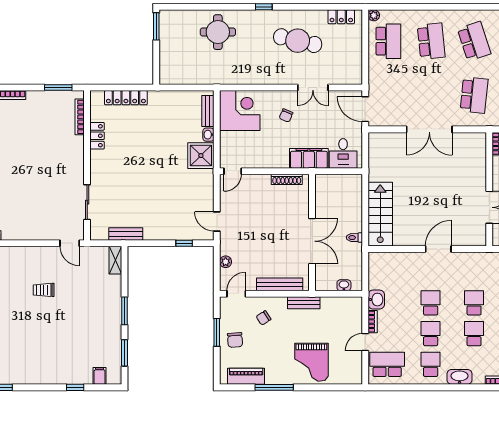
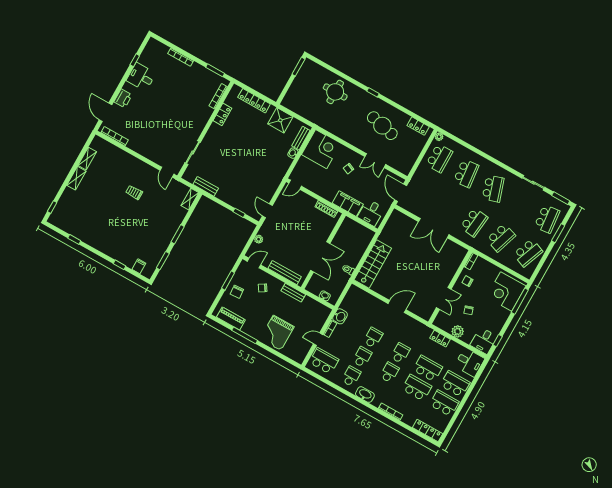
shower: (201, 156) -> (280, 120), moved

